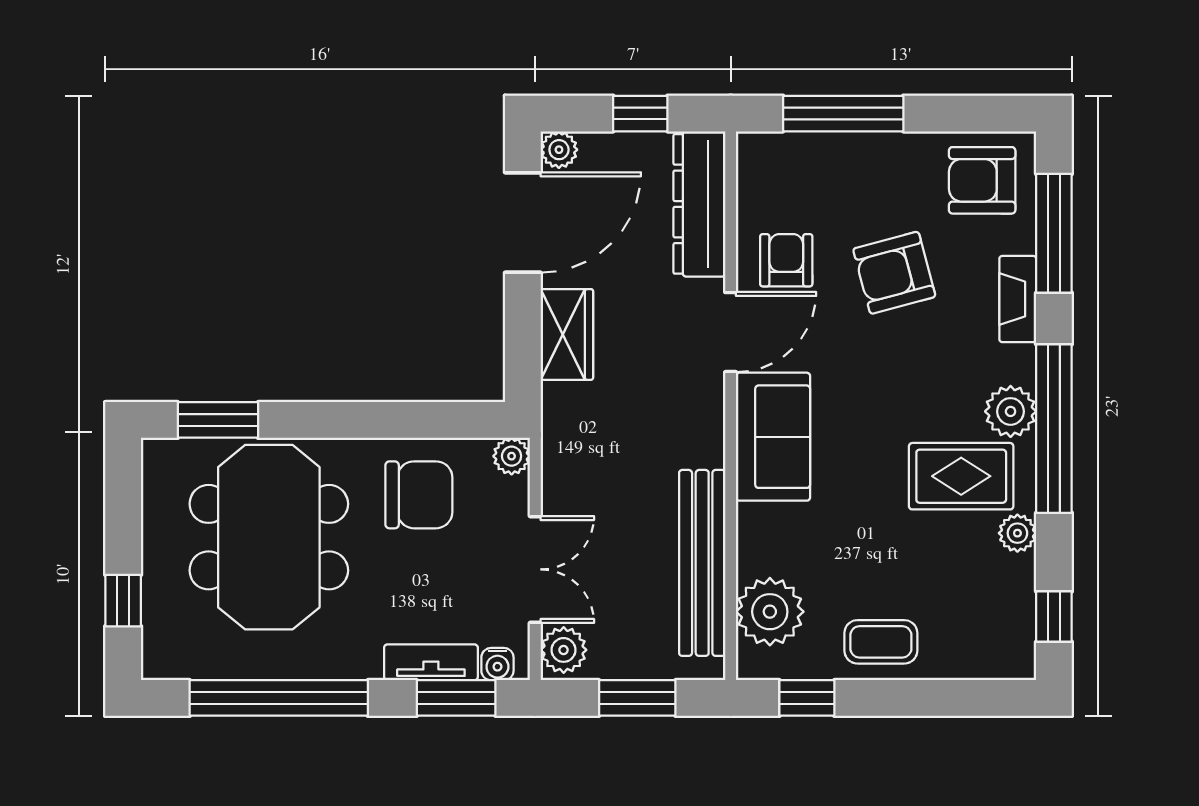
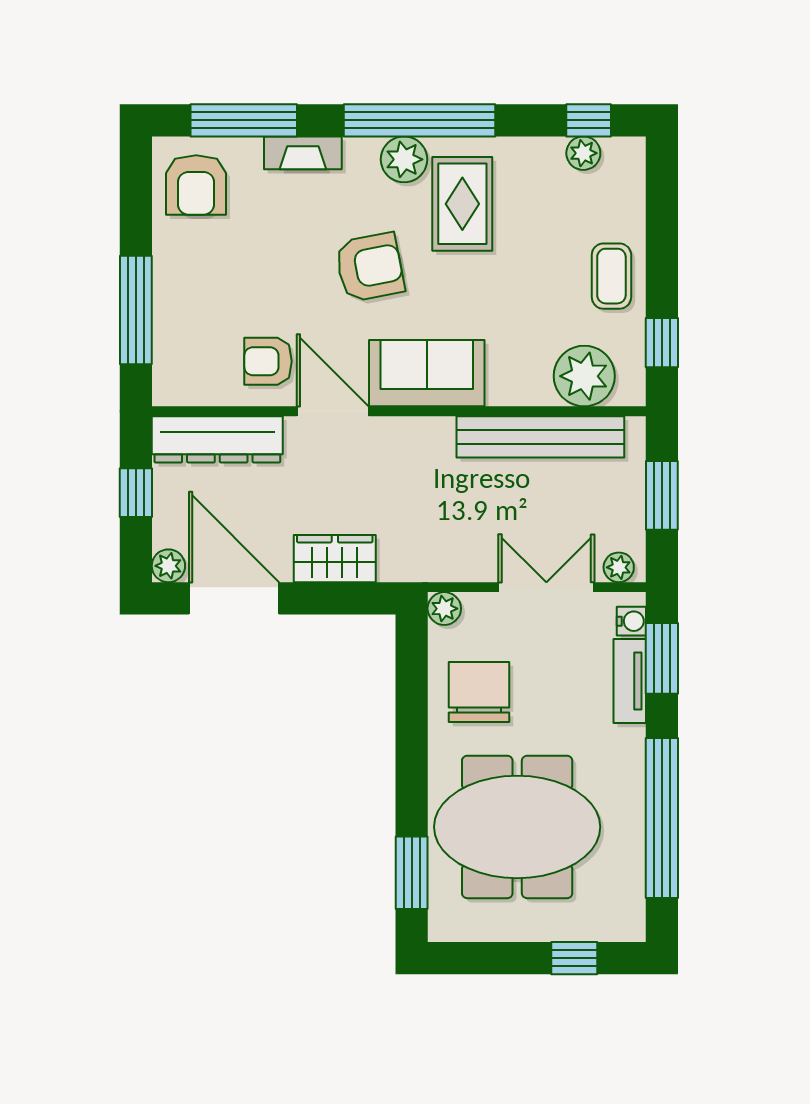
armchair: (894, 273) -> (370, 267), moved, turned -86
plant: (1017, 533) -> (583, 153), moved
plant: (564, 650) -> (619, 567), width x0.73, depth x0.73

